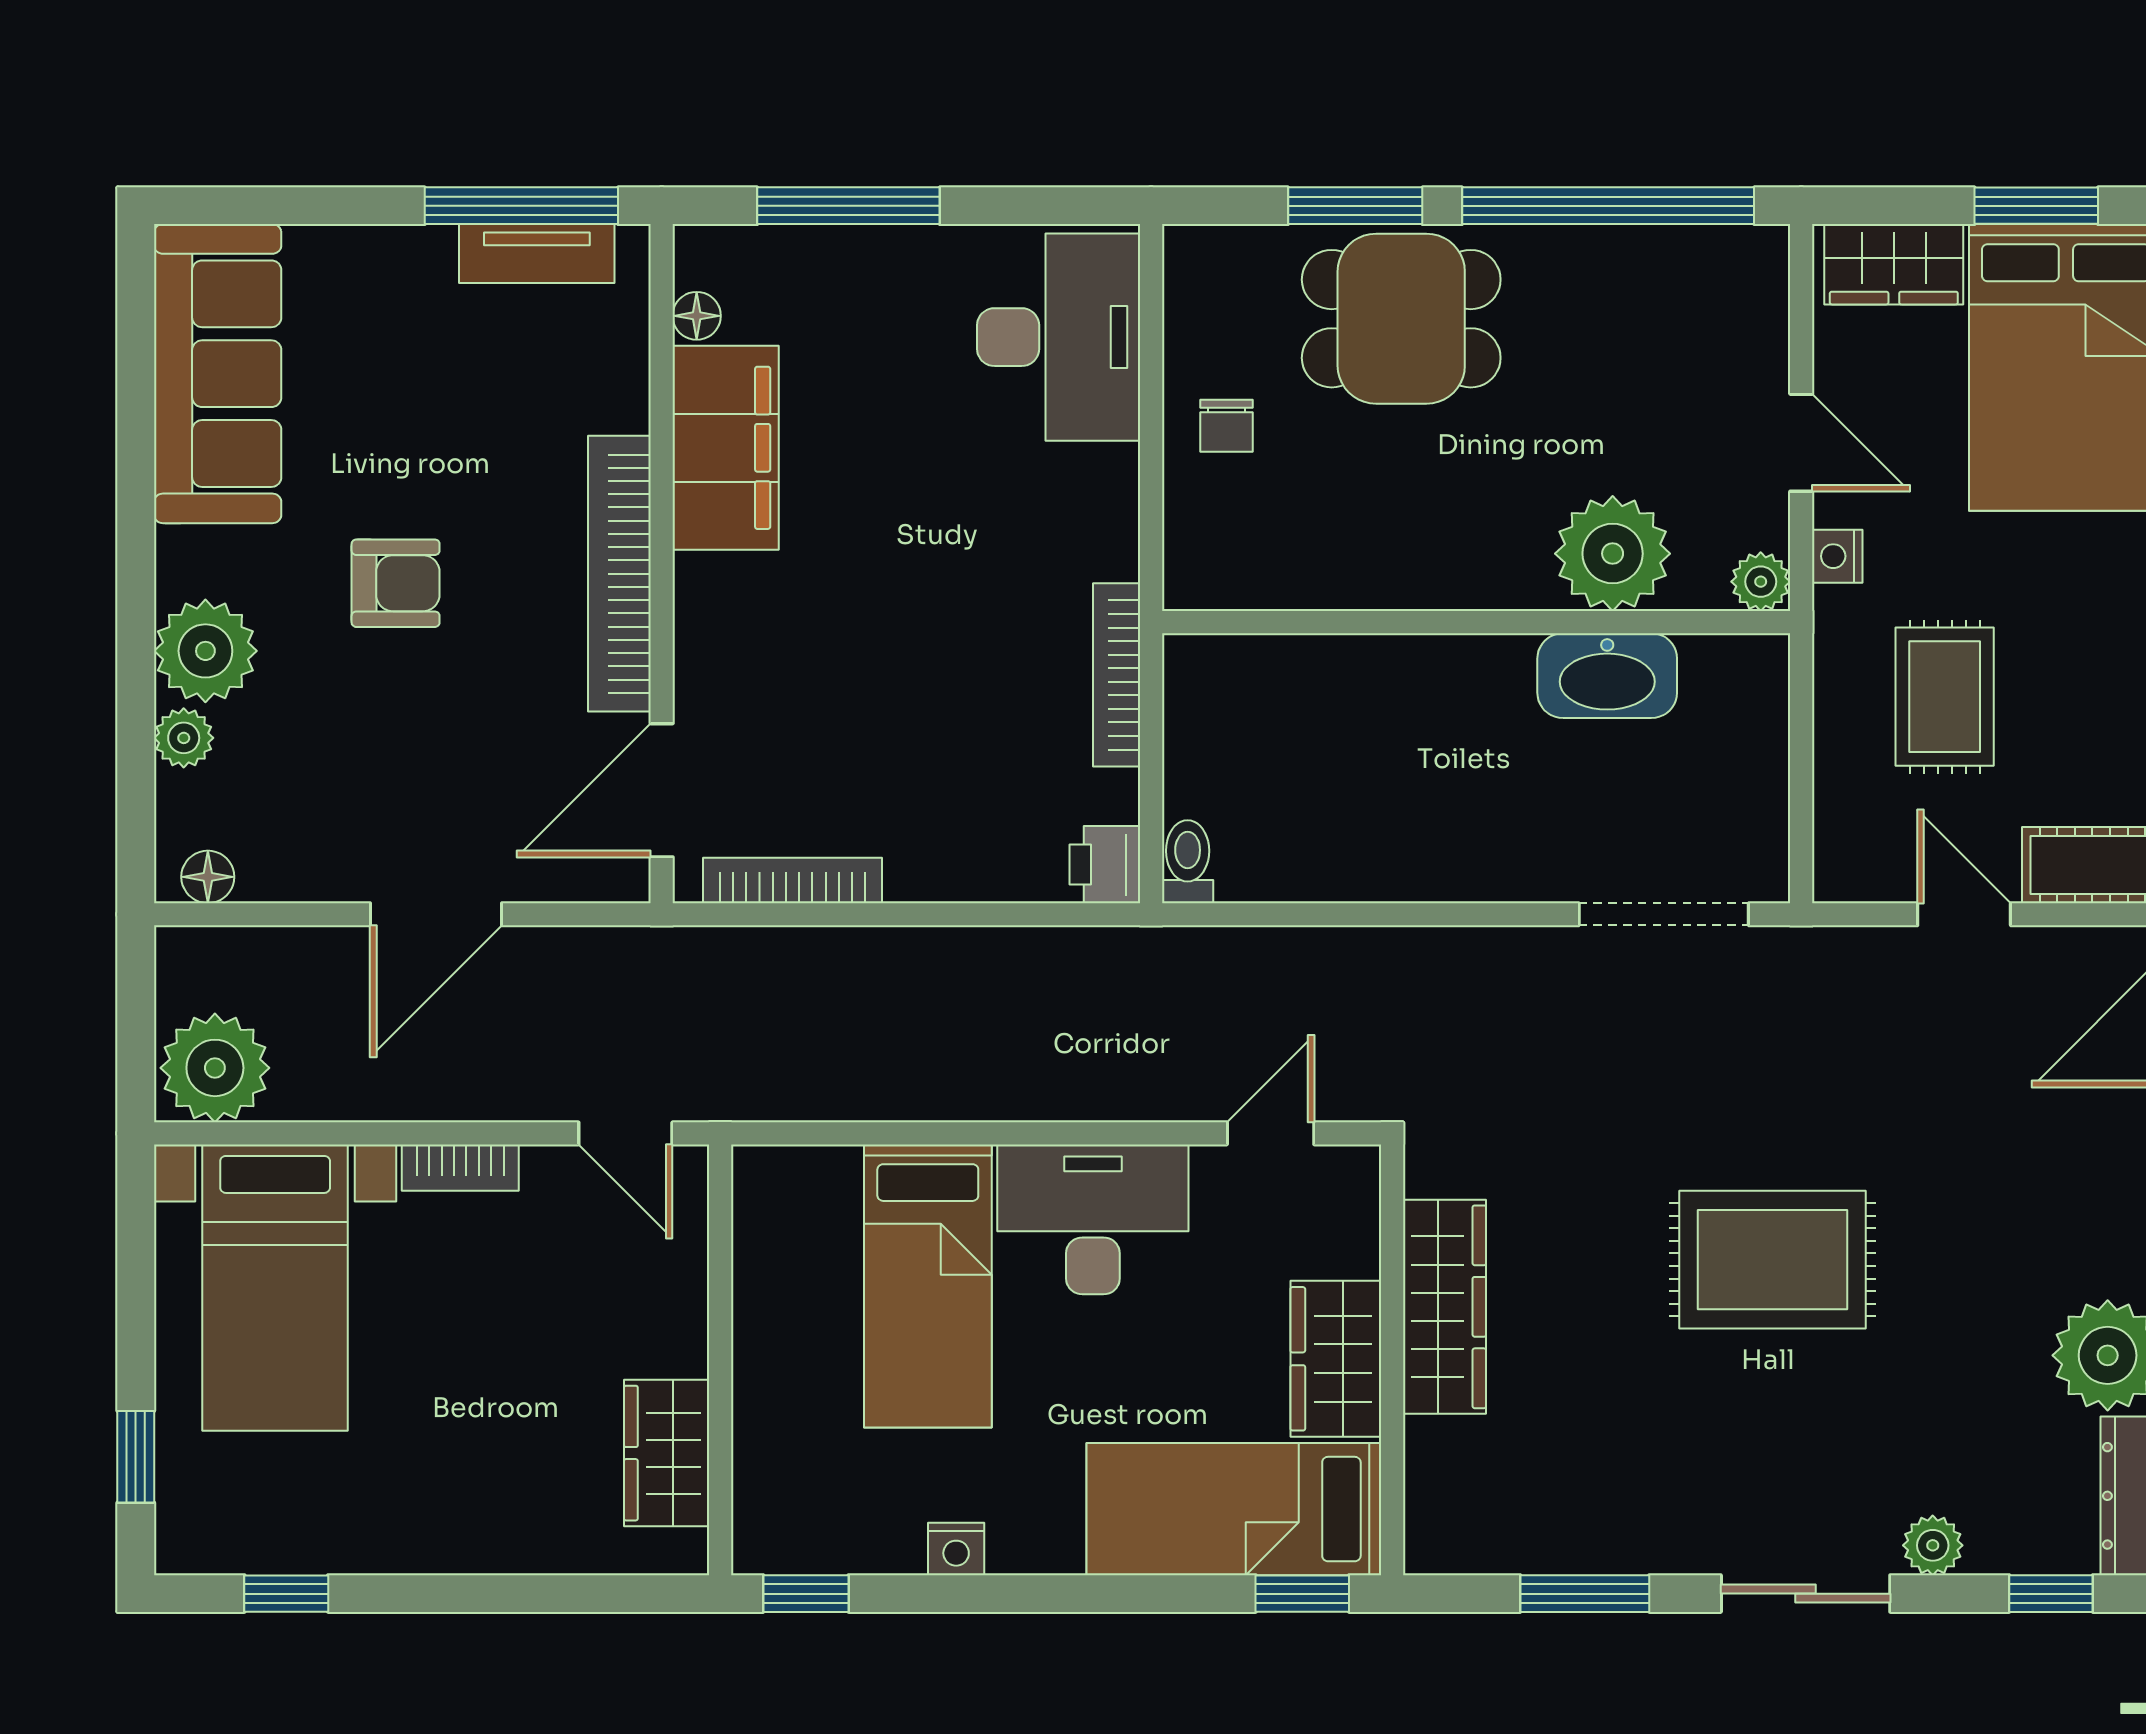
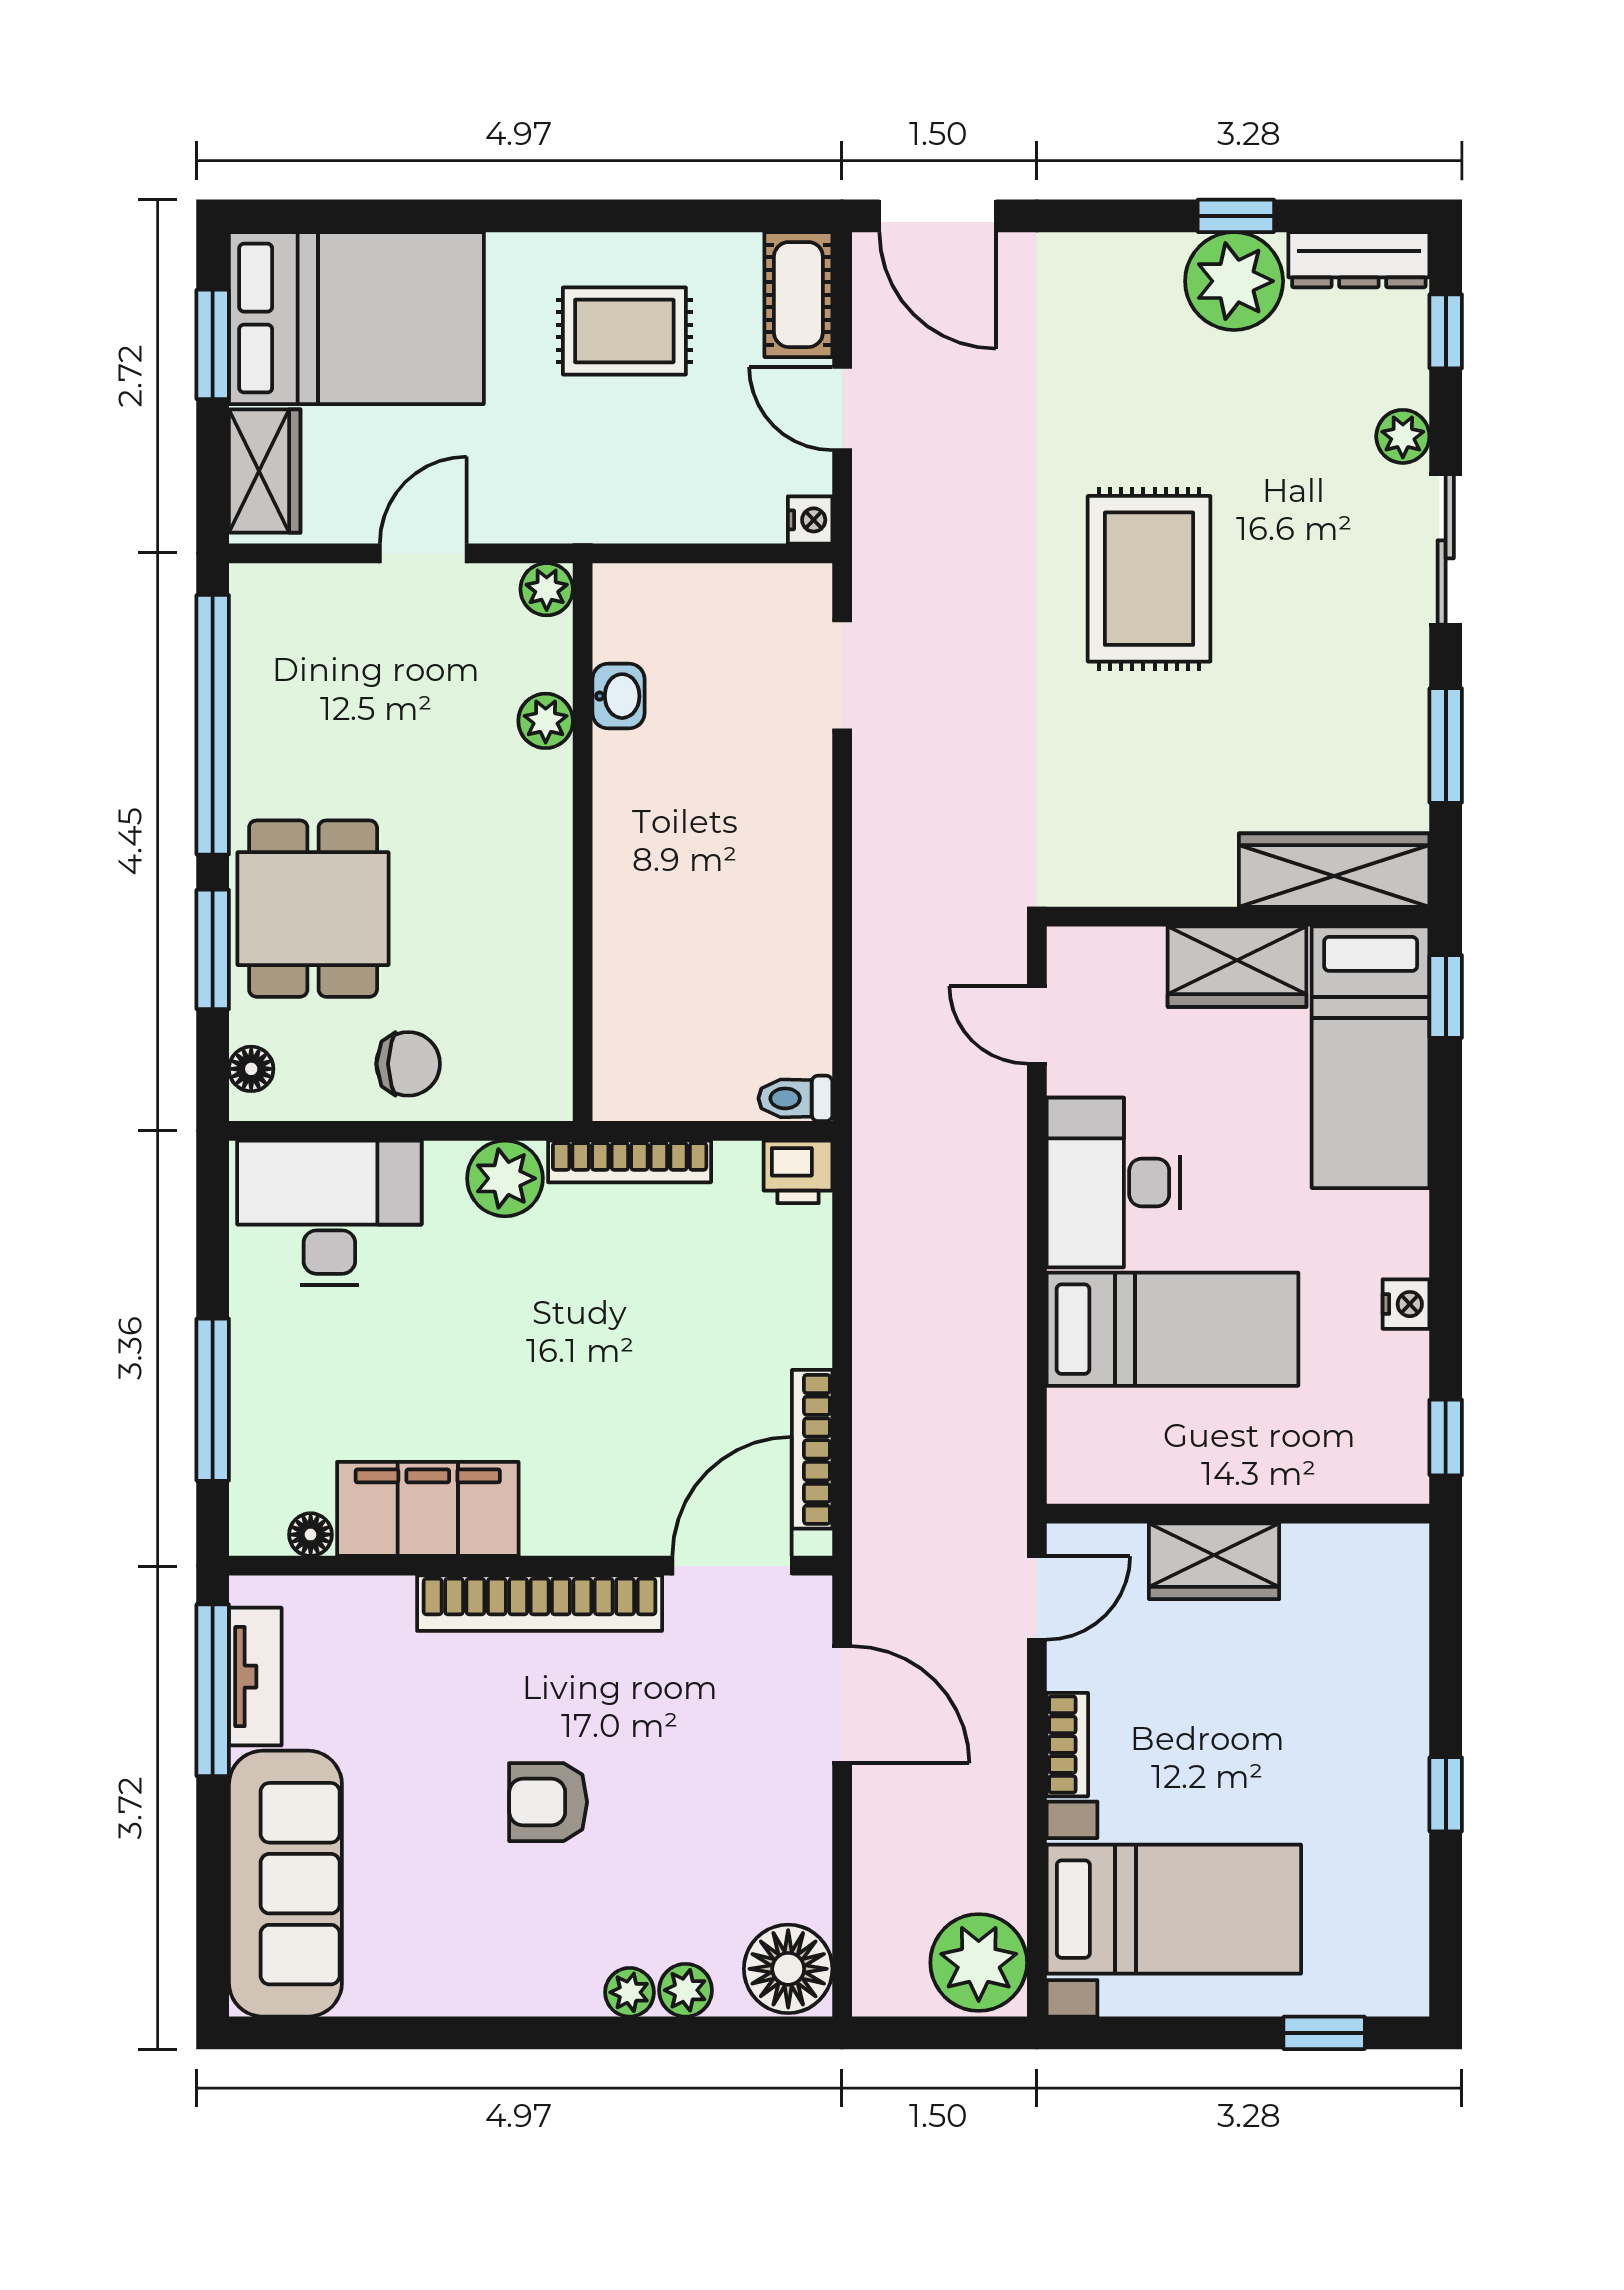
floor lamp: (1221, 249) -> (251, 1069), added
sofa: (218, 374) -> (285, 1884), moved, turned 90
chair: (1226, 426) -> (408, 1064), width x1.37, depth x1.37
plant: (1098, 535) -> (505, 1178), added
plant: (1613, 554) -> (546, 721), width x0.53, depth x0.53
nightstand: (1837, 556) -> (810, 520), moved, turned -90
armchair: (396, 583) -> (548, 1802), turned -90
plant: (205, 651) -> (630, 1992), width x0.53, depth x0.53
washbasin: (1607, 676) -> (618, 696), width x0.52, depth x0.69
rug: (1945, 697) -> (624, 331), moved
door: (662, 790) -> (732, 1566), swing flipped
floor lamp: (208, 877) -> (788, 1969), width x1.89, depth x1.89
door: (436, 914) -> (842, 1705), moved
doorway: (1664, 914) -> (842, 675), width x0.73
door: (1964, 914) -> (842, 409), hinge flipped
wardrobe: (1445, 1307) -> (1334, 870), moved
wardrobe: (667, 1453) -> (1214, 1561), moved
window: (286, 1594) -> (1446, 1794), moved

